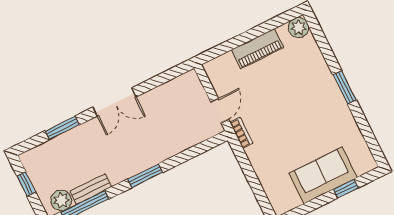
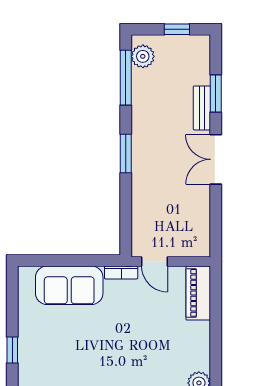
piano: (257, 49) -> (198, 293), moved
sofa: (323, 175) -> (69, 285), moved, turned 90
bench: (91, 189) -> (202, 108), moved

